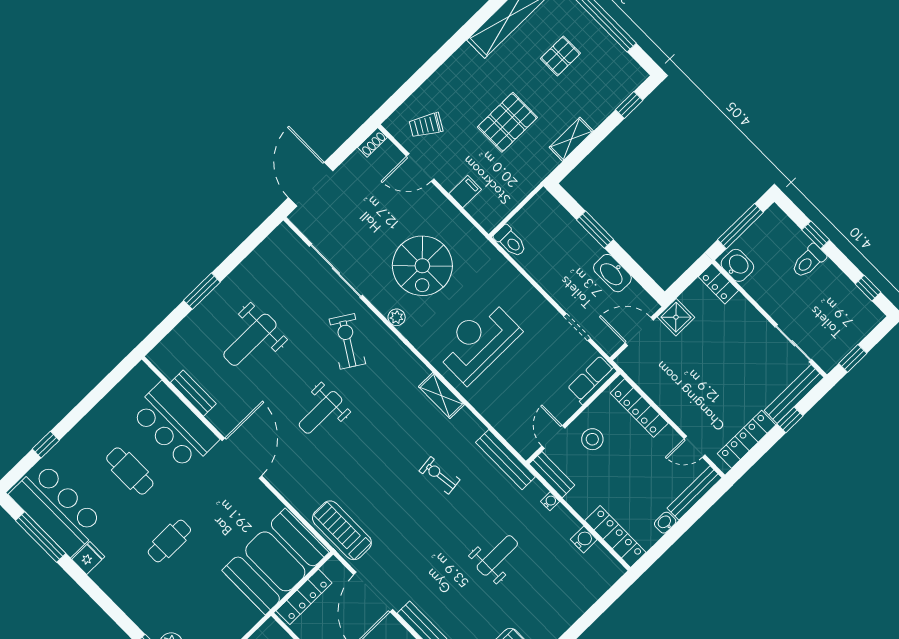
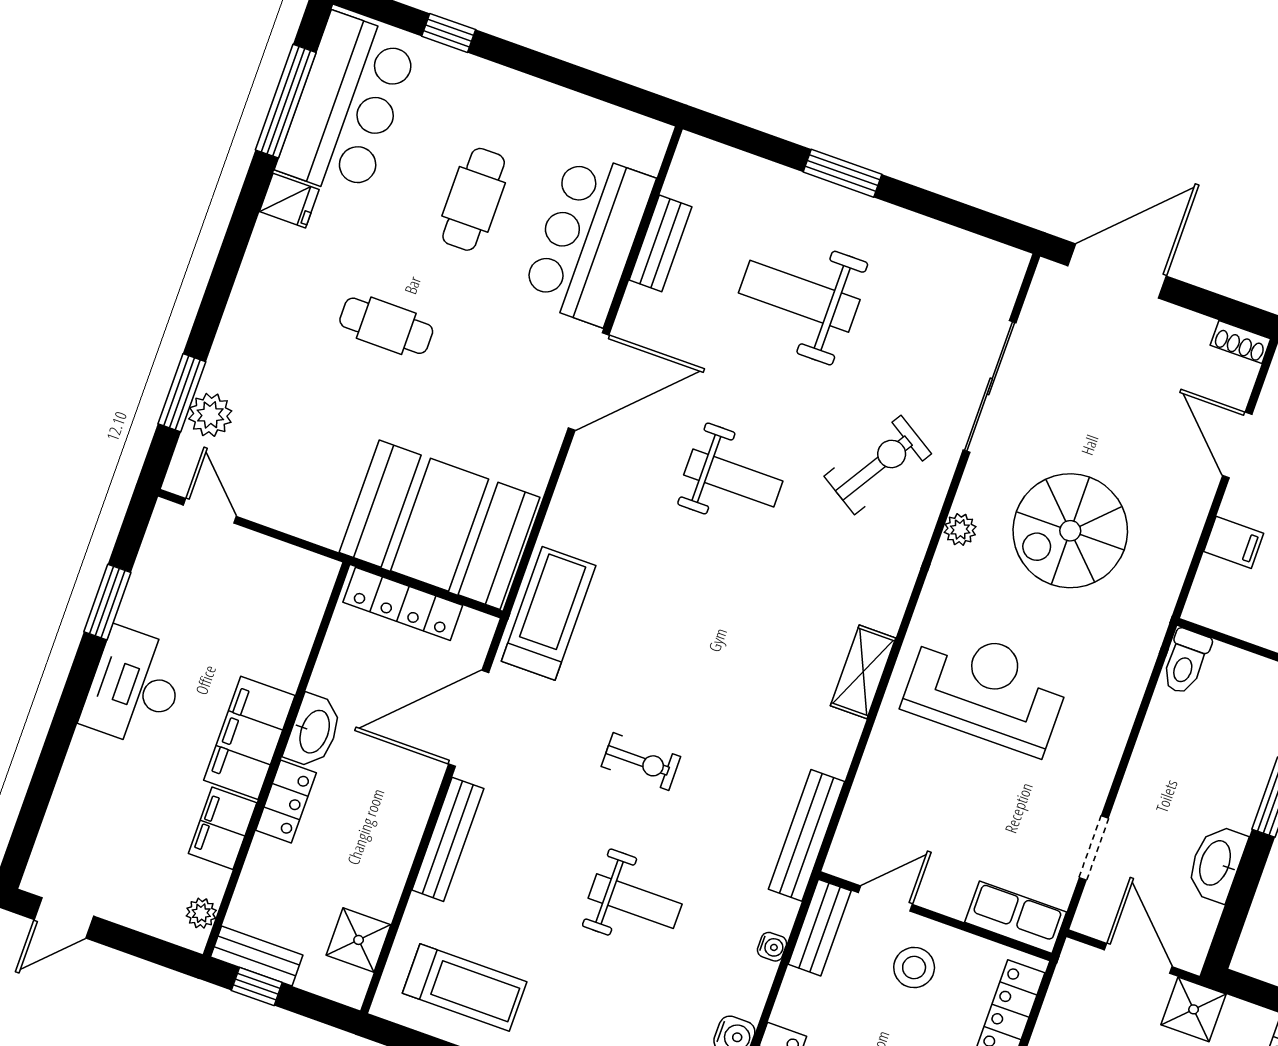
weight bench: (321, 412) -> (733, 478), turned 180
exercise bike: (440, 475) -> (641, 761), moved, turned 97

